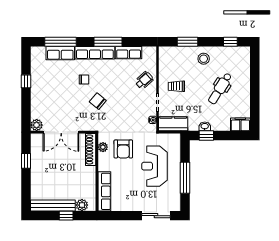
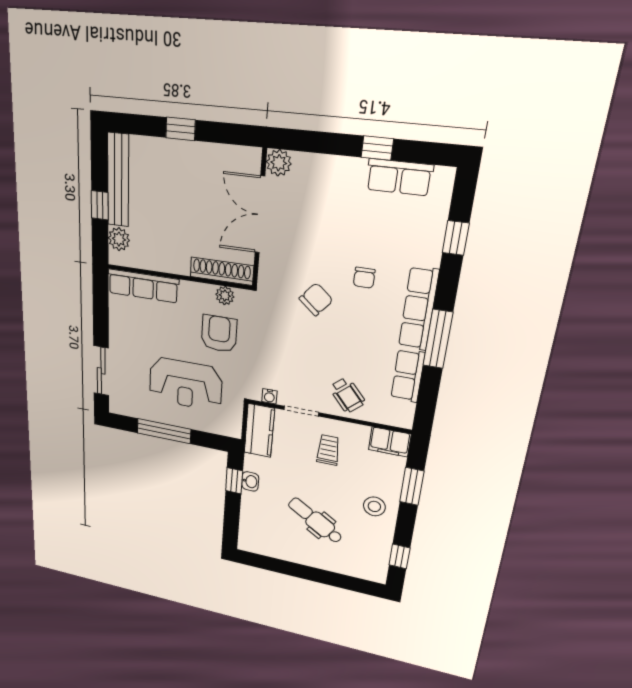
window: (61, 42) -> (456, 238), width x0.46
row of seats: (60, 53) -> (399, 177), moved, turned -90
filing cabinet: (240, 124) -> (390, 442), moved, turned 90
armchair: (123, 149) -> (219, 334), turned 90
window: (26, 161) -> (180, 129), moved
reception desk: (154, 166) -> (185, 384), turned 180

